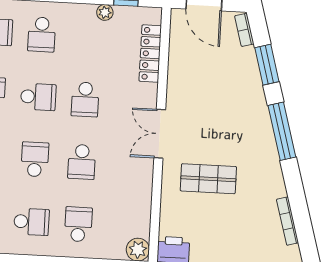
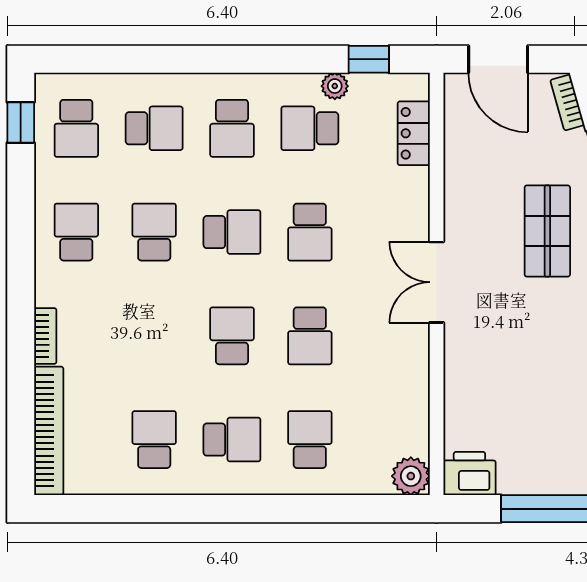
school desk: (88, 37) -> (310, 128), added
locker: (150, 54) -> (414, 133), width x0.66
shop shelf: (208, 179) -> (547, 231), moved, turned 90

